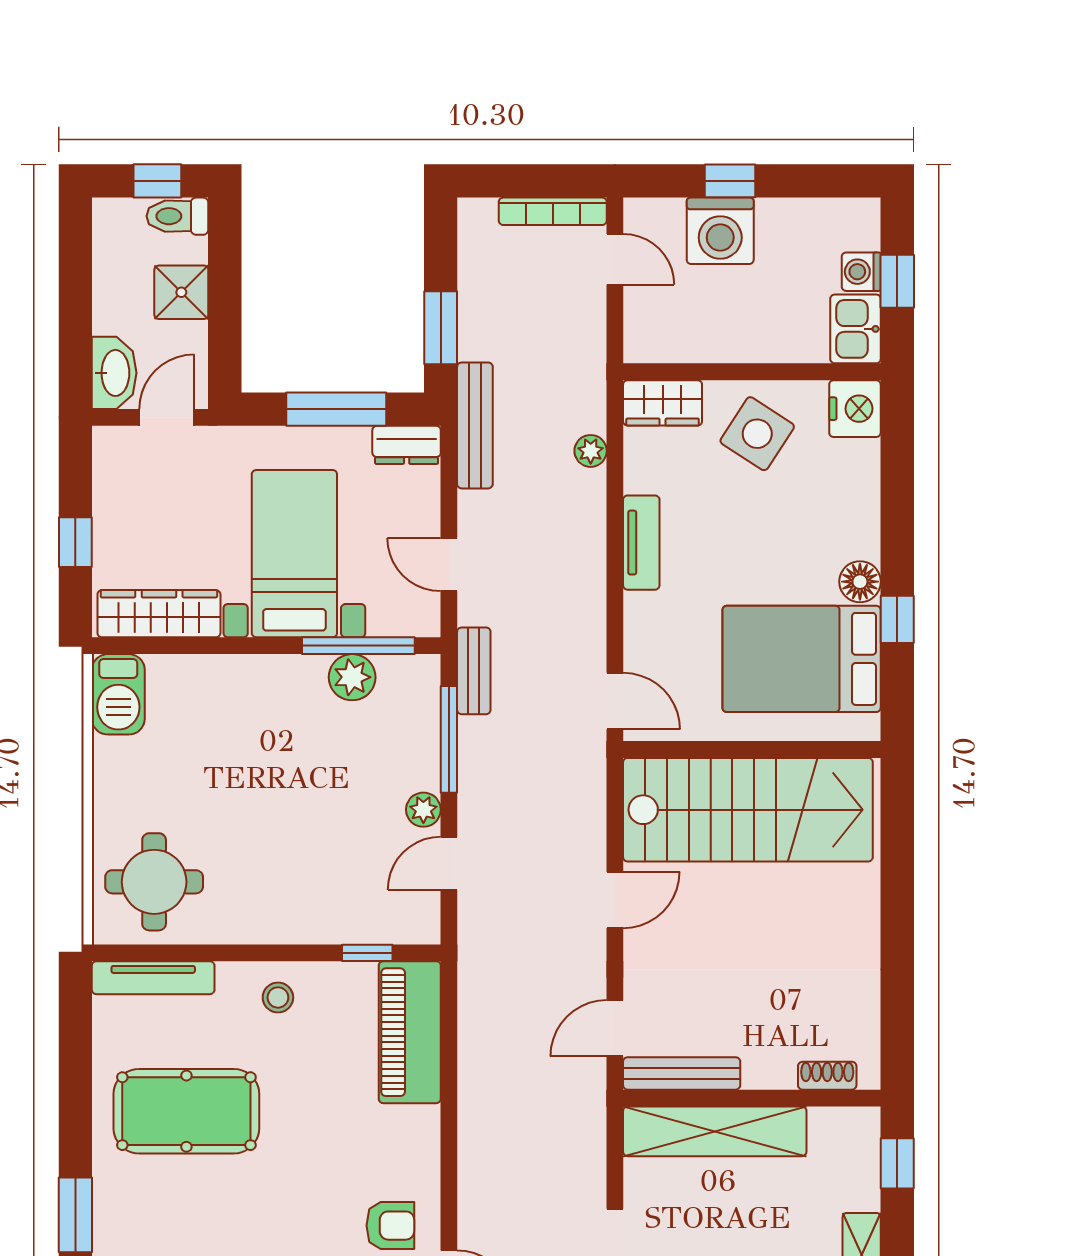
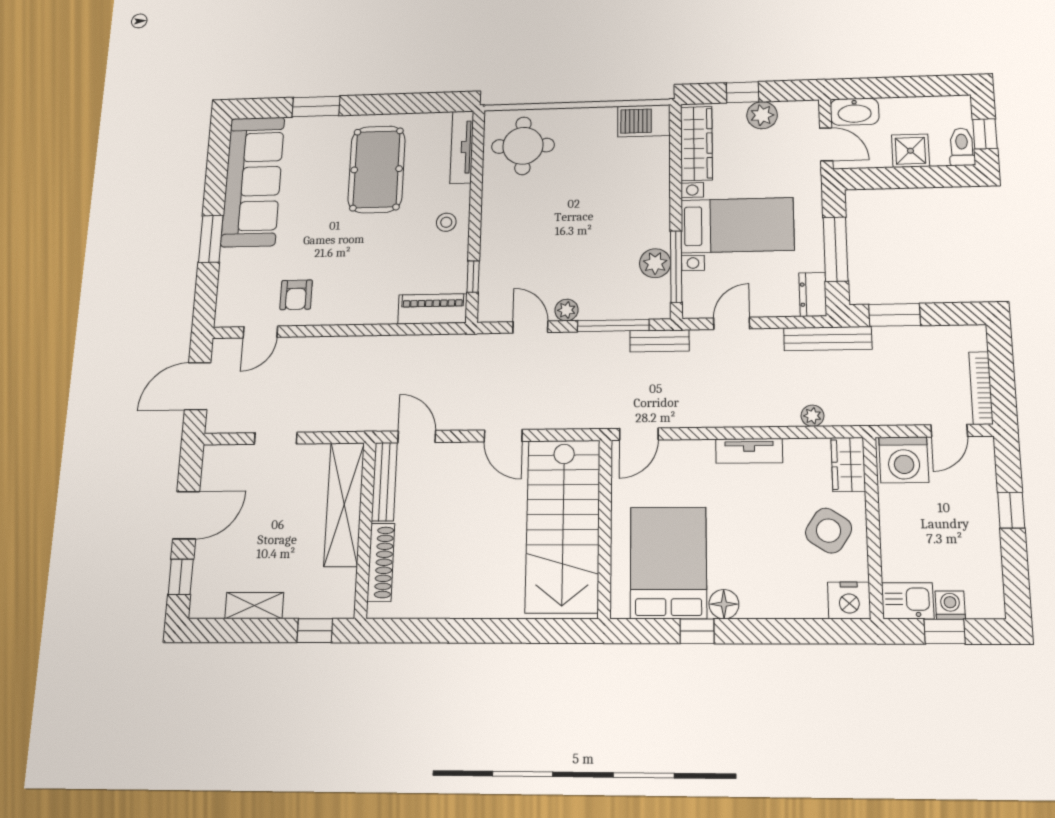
washing machine: (720, 231) -> (904, 460), moved, turned -90
plant: (115, 513) -> (762, 115), added
piano: (410, 1032) -> (432, 309), width x0.73, depth x0.75
shoe rack: (827, 1076) -> (381, 562), width x1.94, depth x1.24

